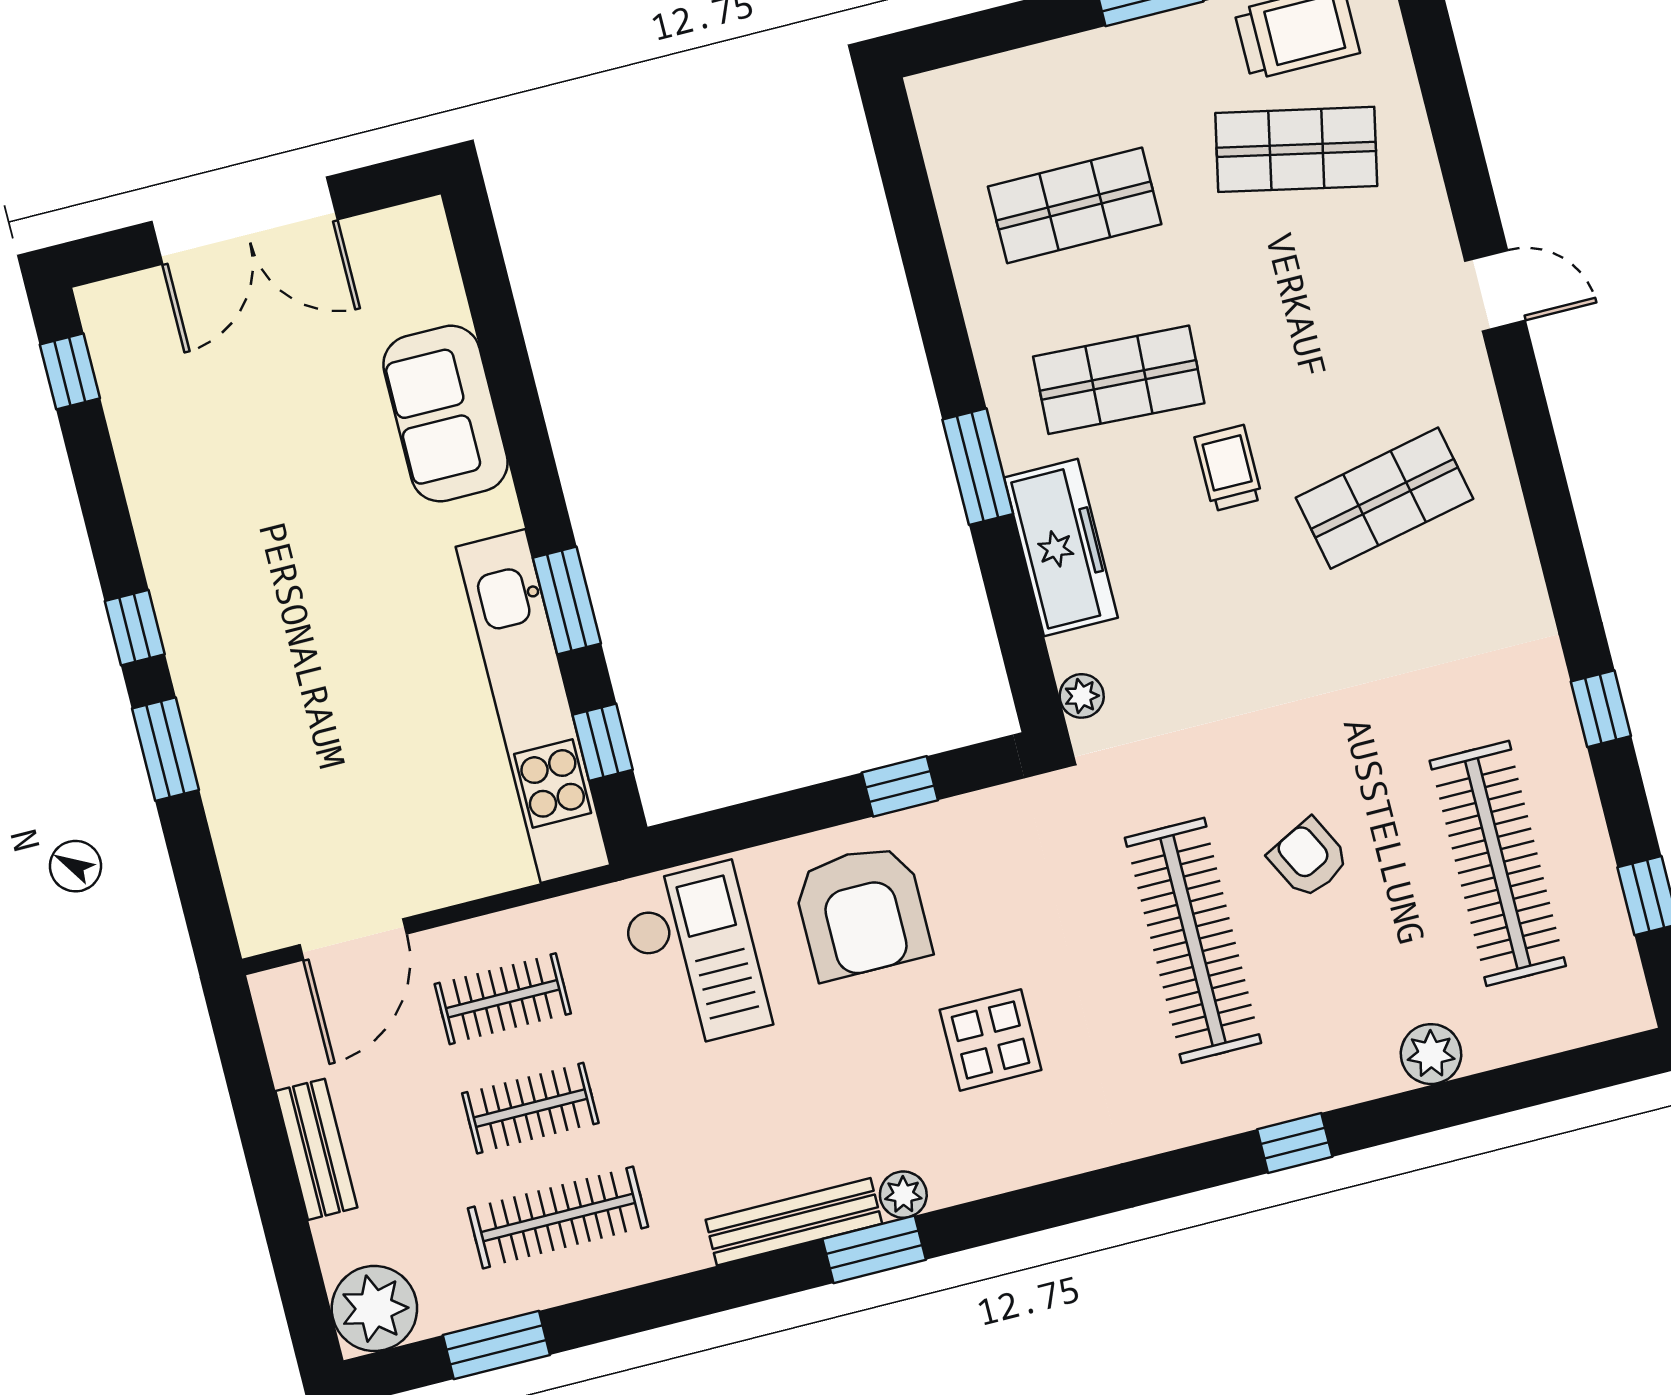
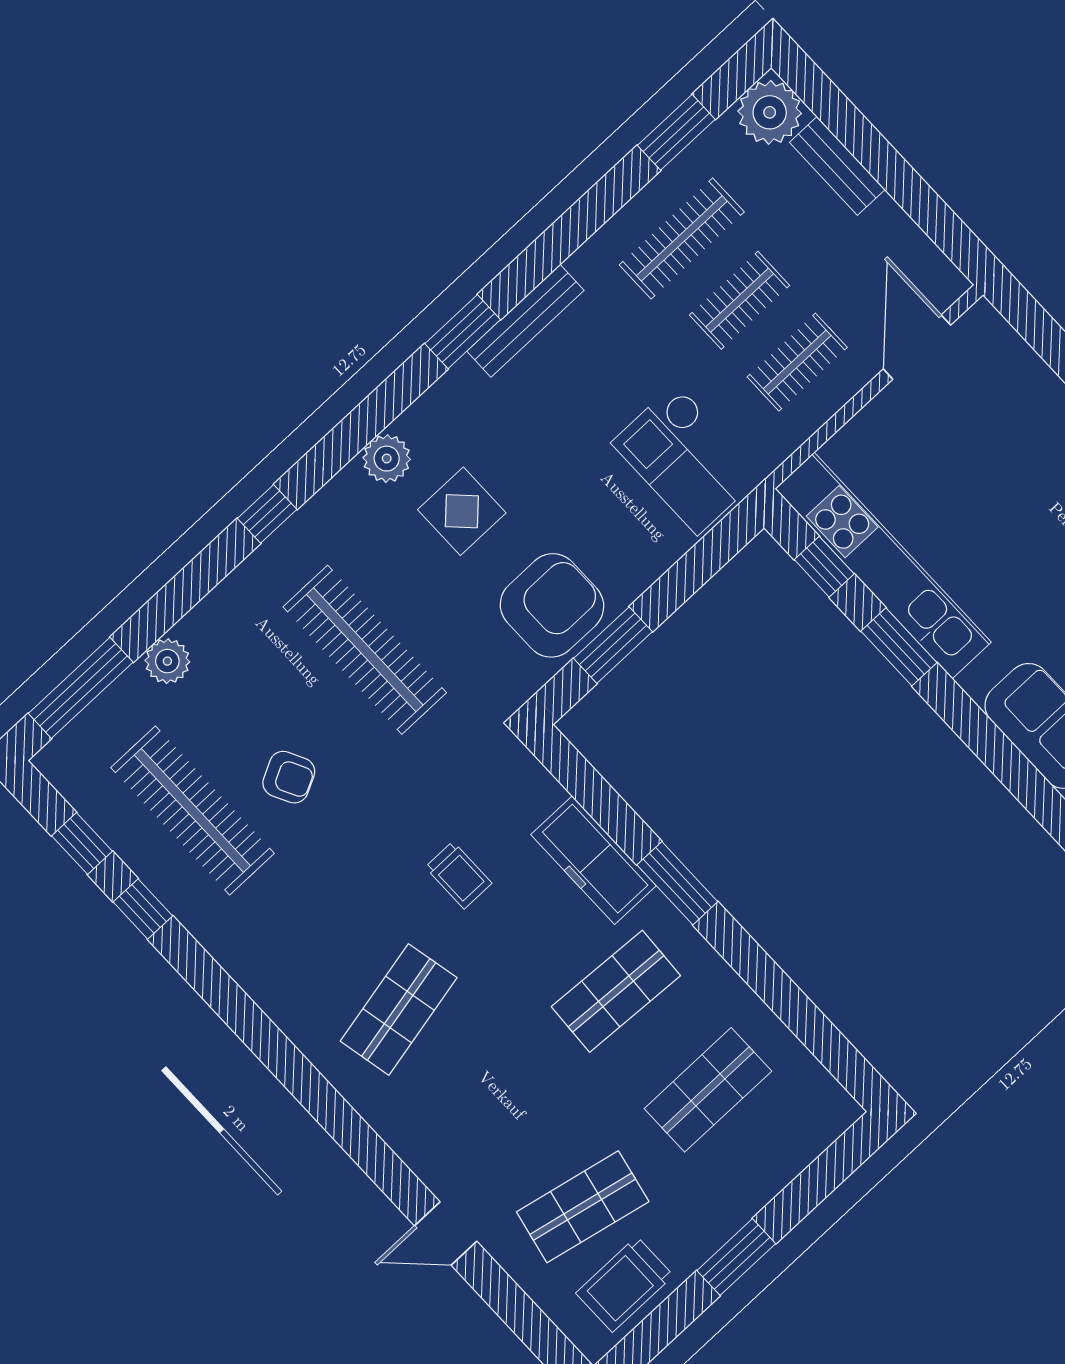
door: (1495, 291) -> (446, 1234), moved
trolley: (1228, 468) -> (459, 875), moved
plant: (1082, 696) -> (526, 770), removed
window: (1601, 709) -> (143, 909), moved
window: (900, 786) -> (613, 645), width x1.50
armchair: (1309, 858) -> (289, 777), moved
armchair: (862, 912) -> (552, 605), moved, turned 90
window: (1549, 1079) -> (81, 688), added
window: (1295, 1143) -> (267, 514), moved
bench: (316, 1149) -> (837, 166), moved
plant: (903, 1195) -> (387, 459), moved, width x1.38, depth x1.38

